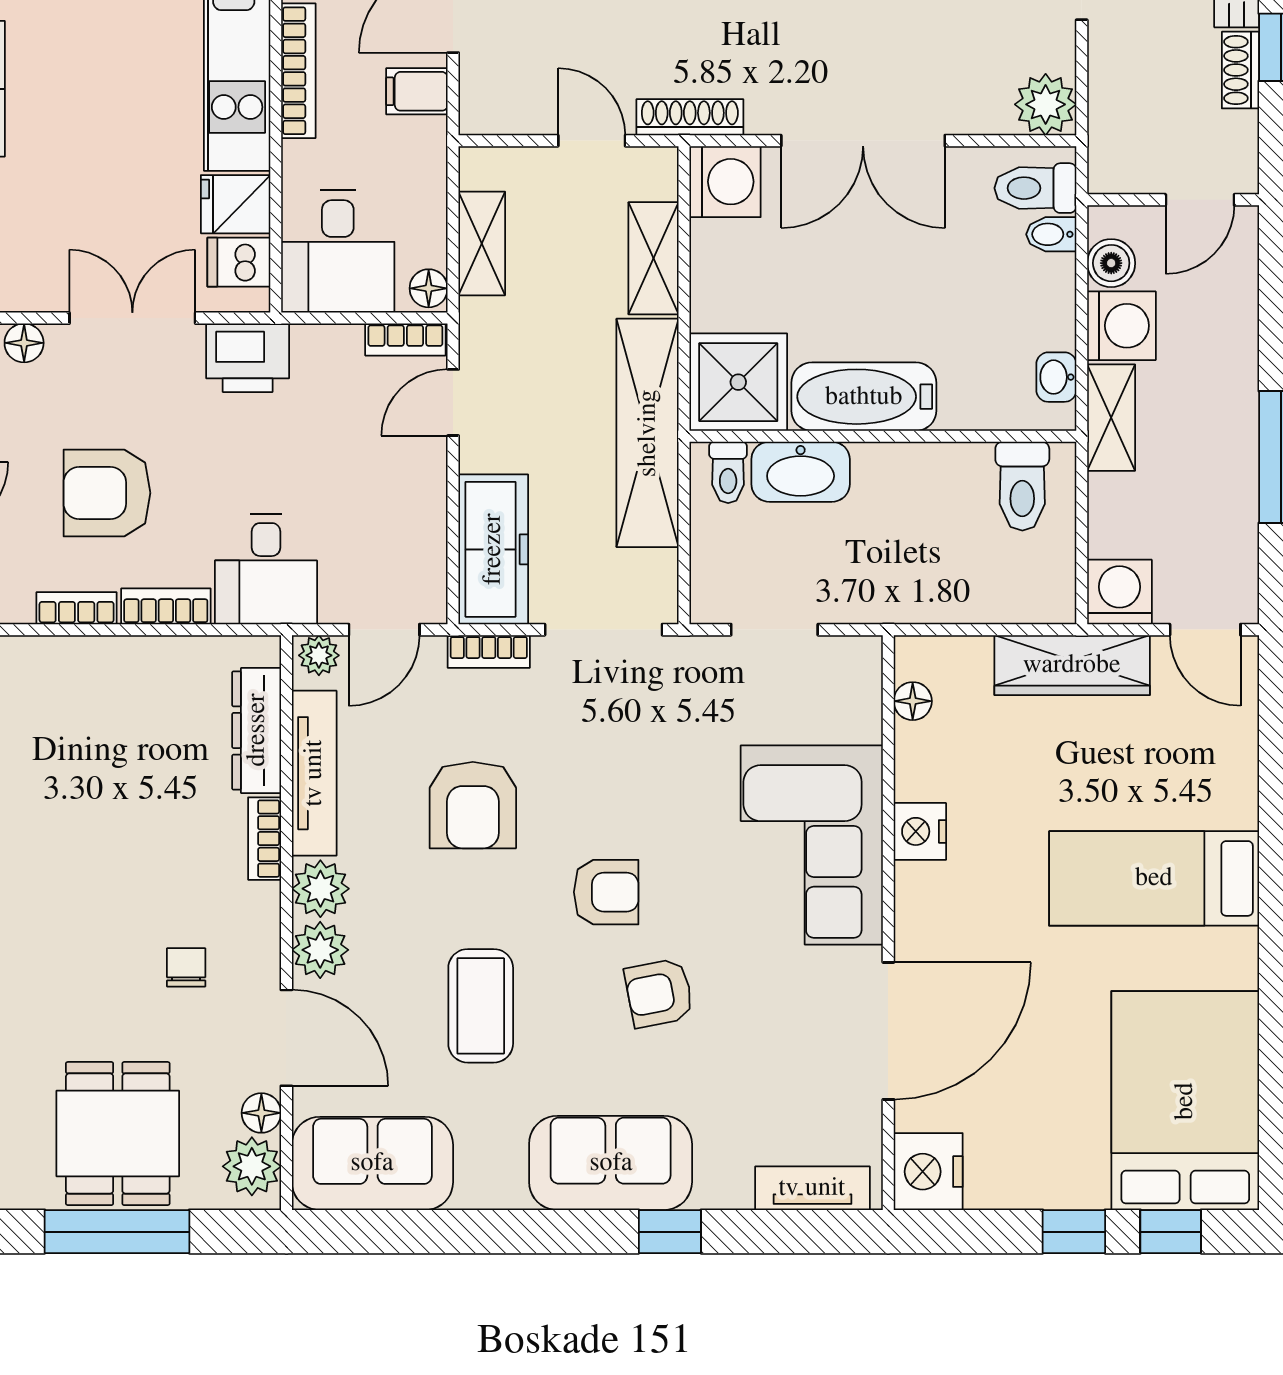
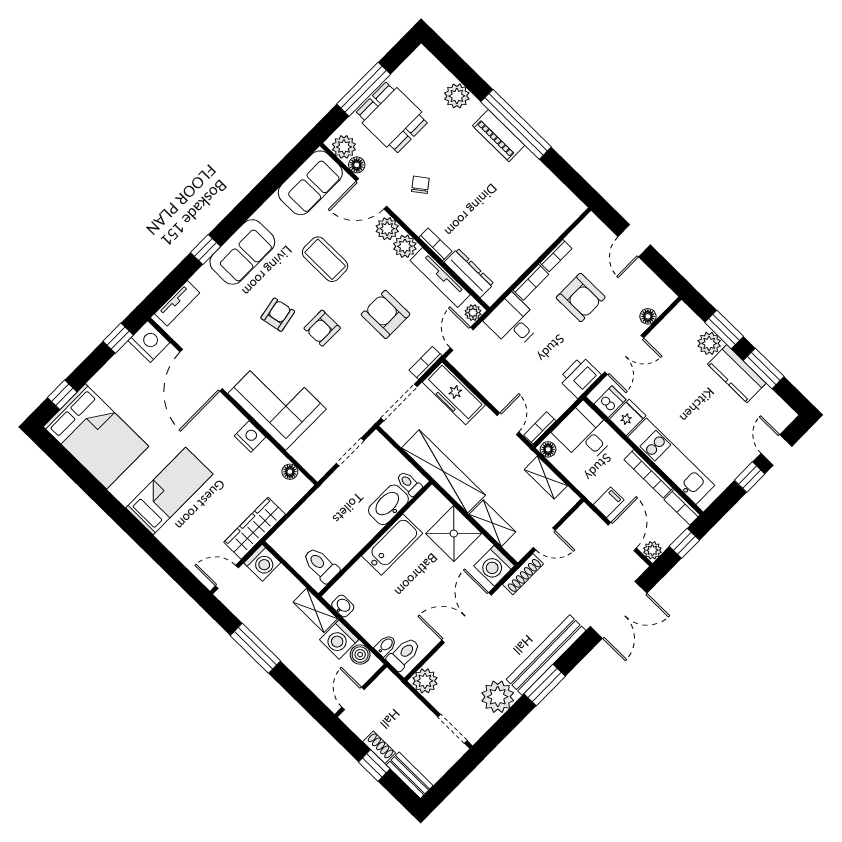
shower: (738, 382) -> (454, 534), moved
armchair: (107, 493) -> (581, 297), turned 90
chair: (186, 967) -> (420, 185), turned -127
window: (1074, 1232) -> (118, 338), moved

